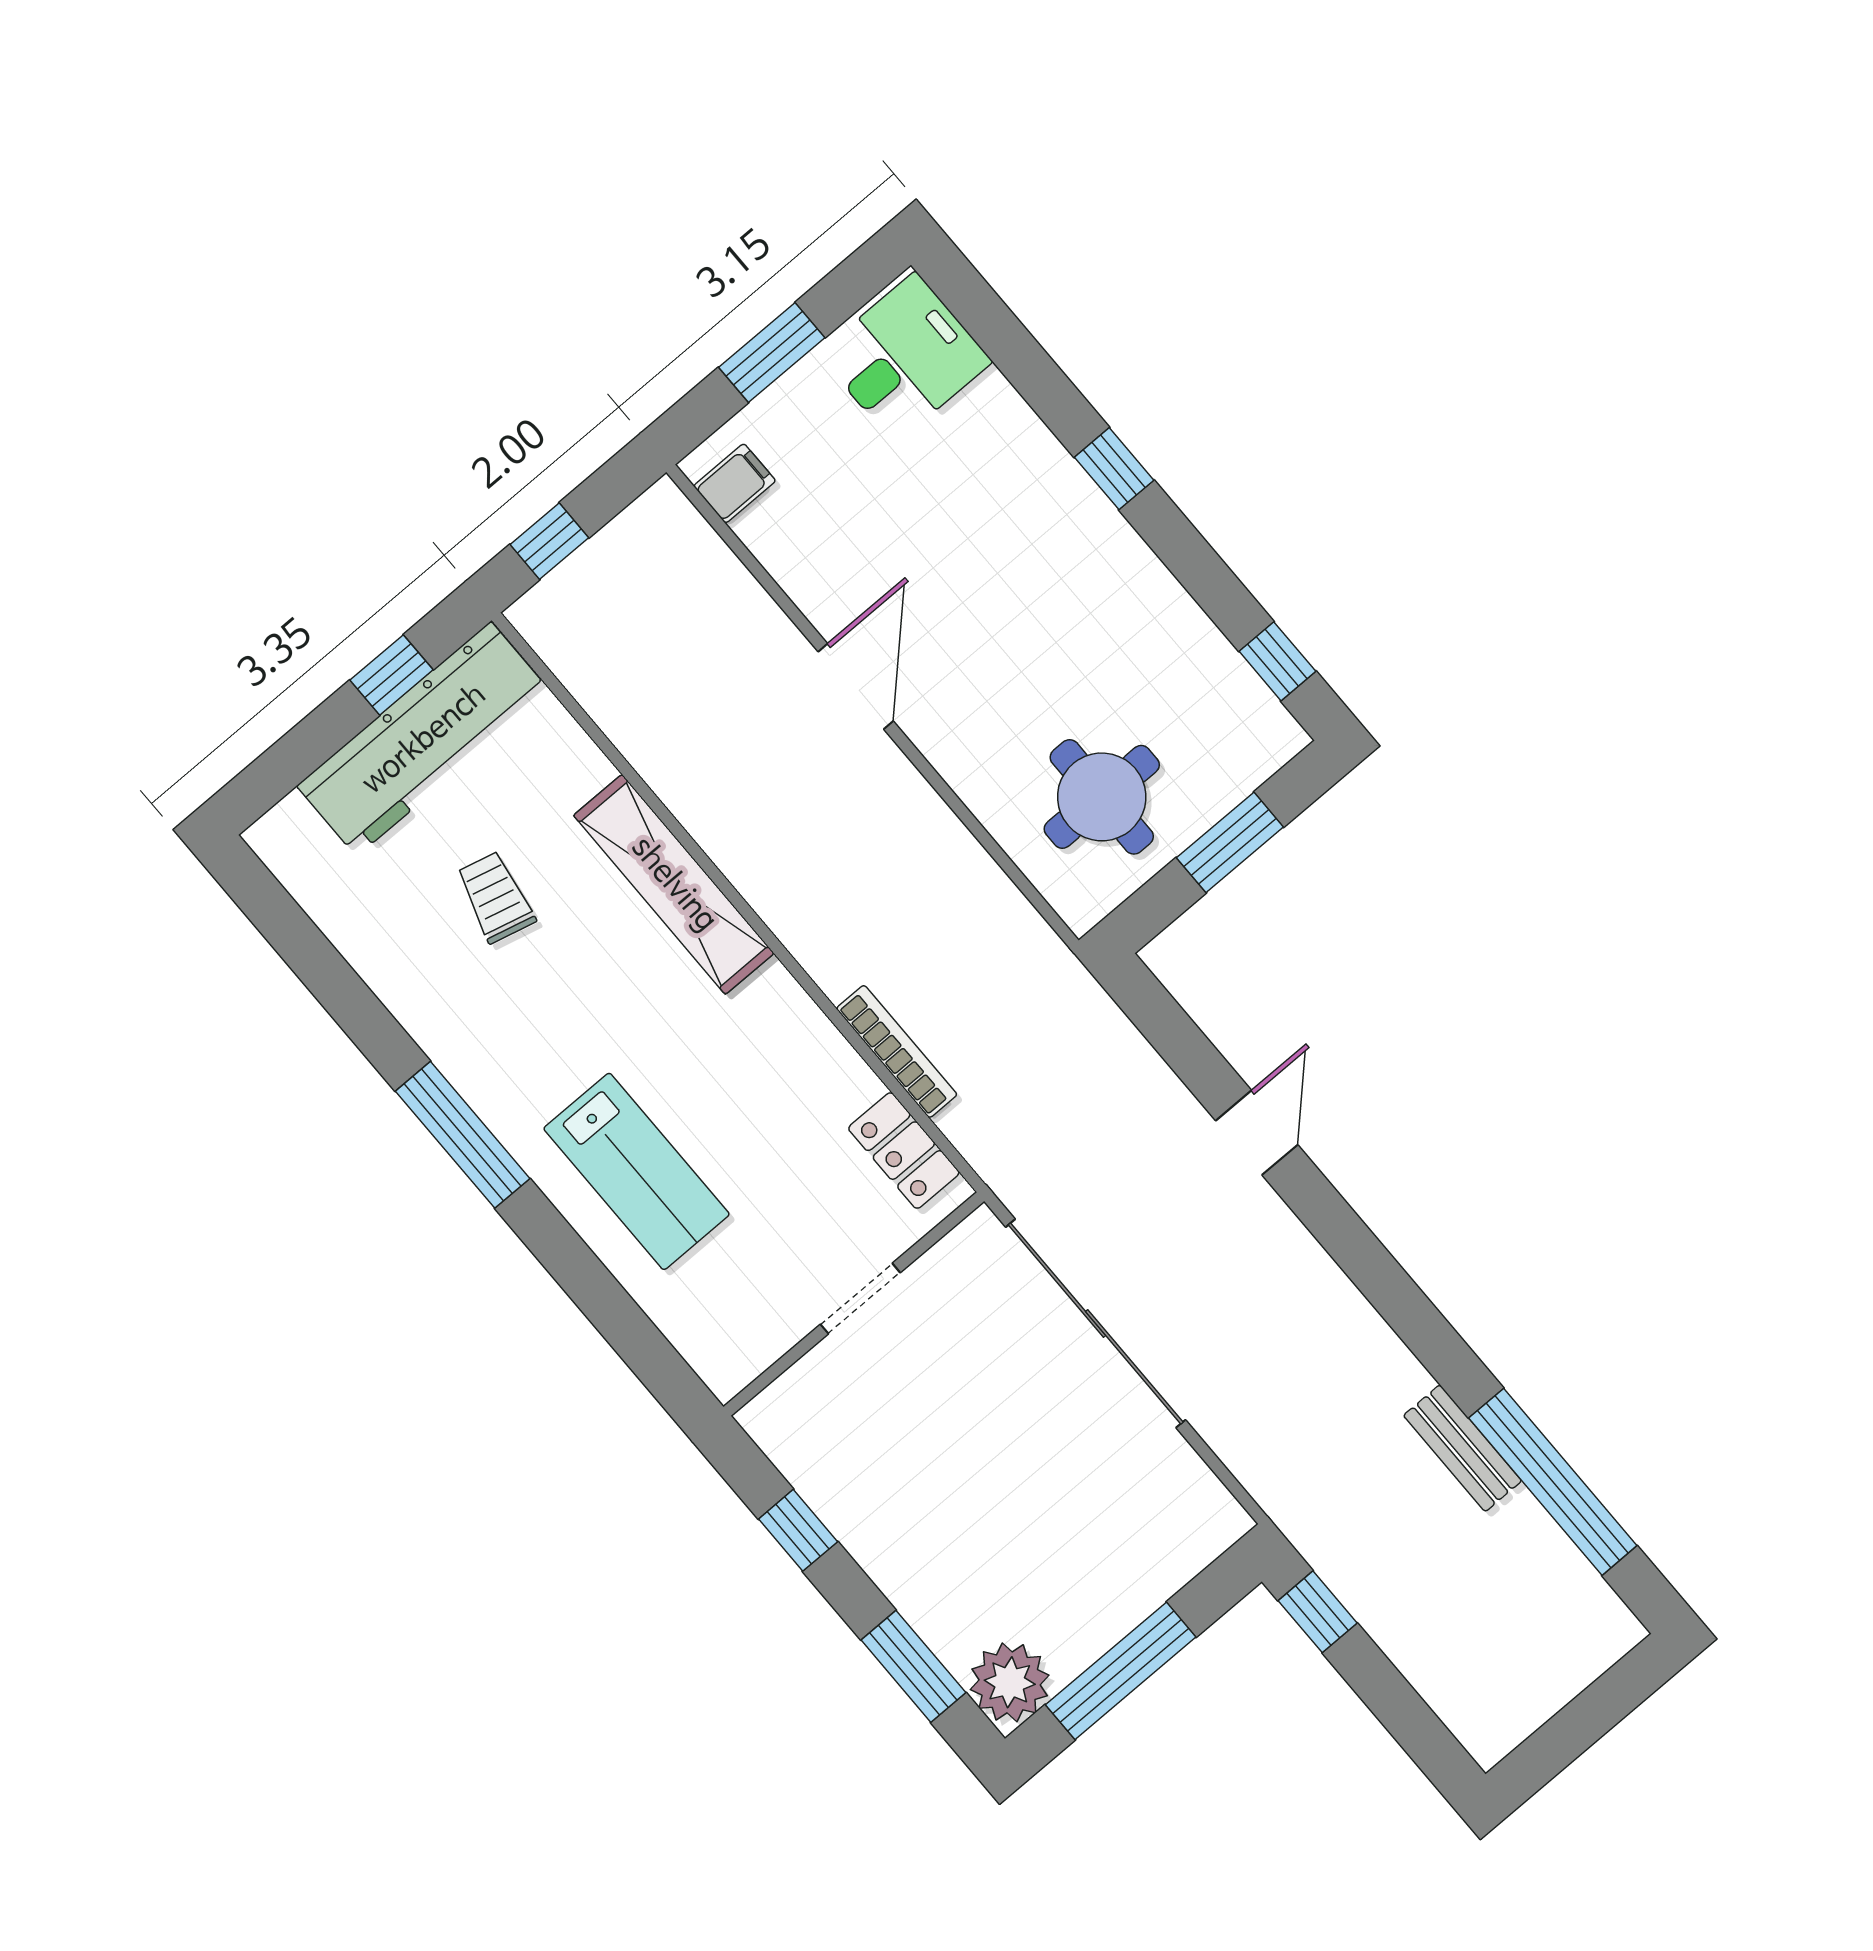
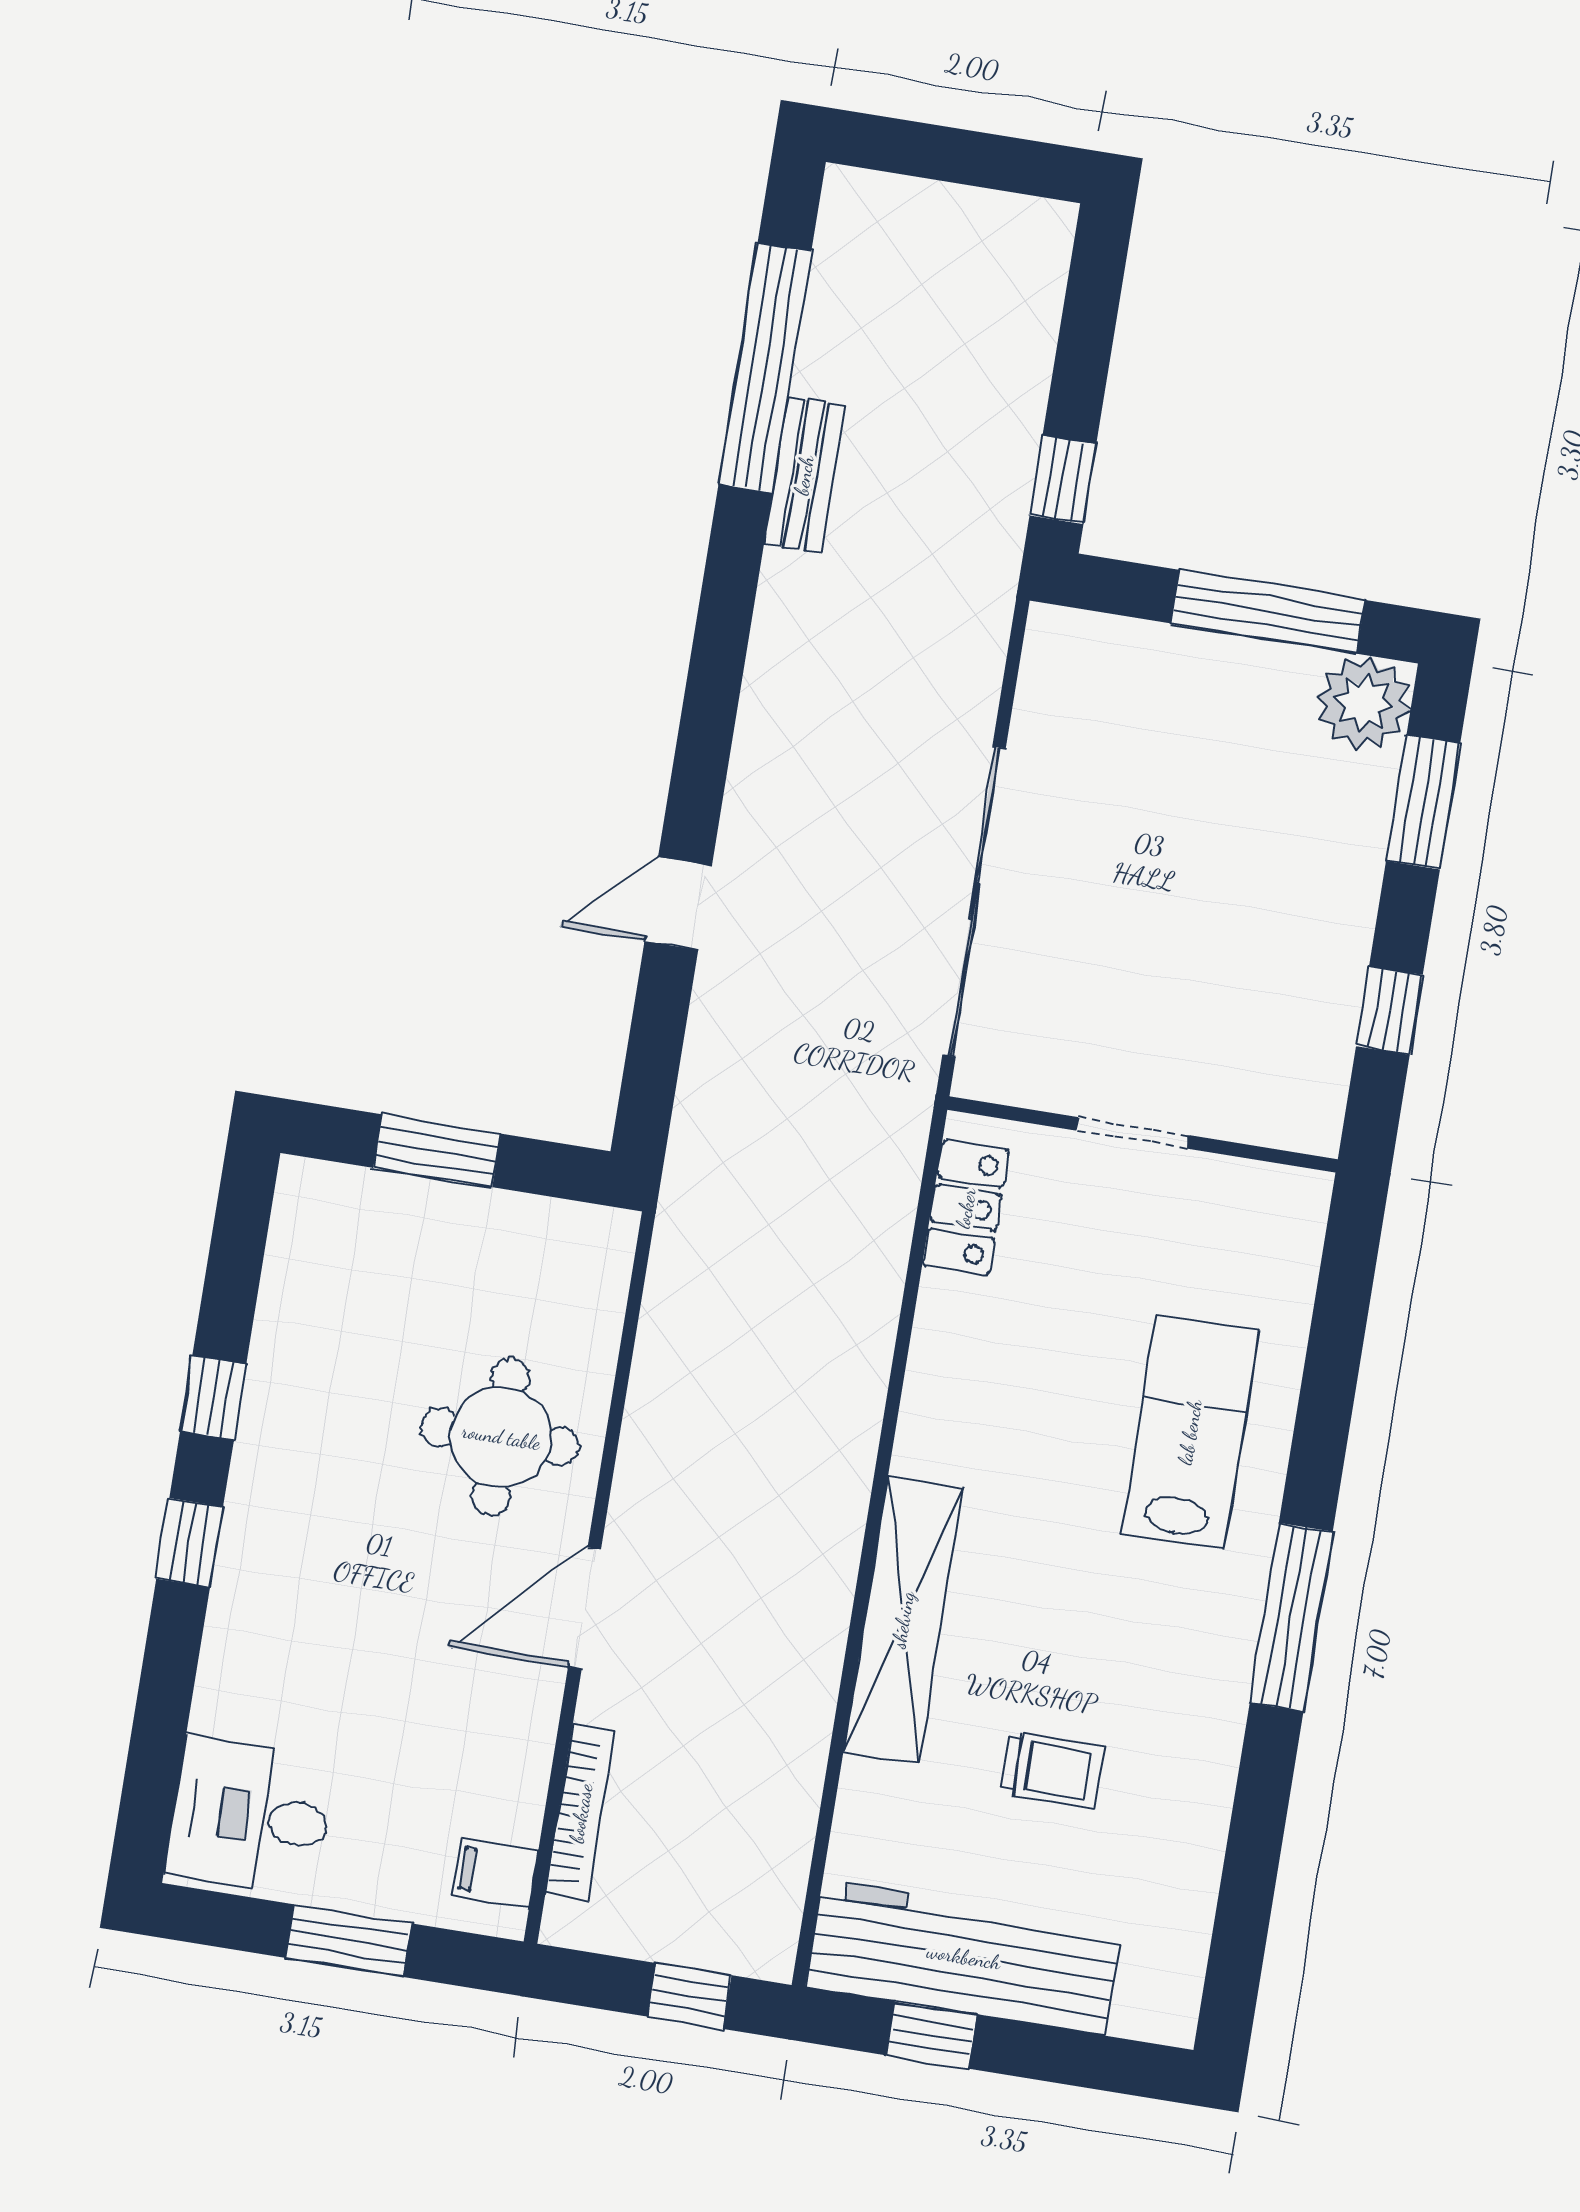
window: (1277, 661) -> (213, 1398), moved
round table: (1102, 797) -> (501, 1437), moved
trolley: (496, 897) -> (1052, 1770), turned -104
bookcase: (897, 1051) -> (581, 1813), moved, turned 180

